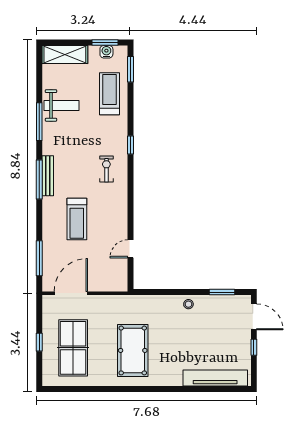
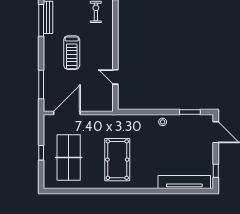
door: (130, 249) -> (115, 77), hinge flipped
window: (254, 347) -> (216, 171), moved

